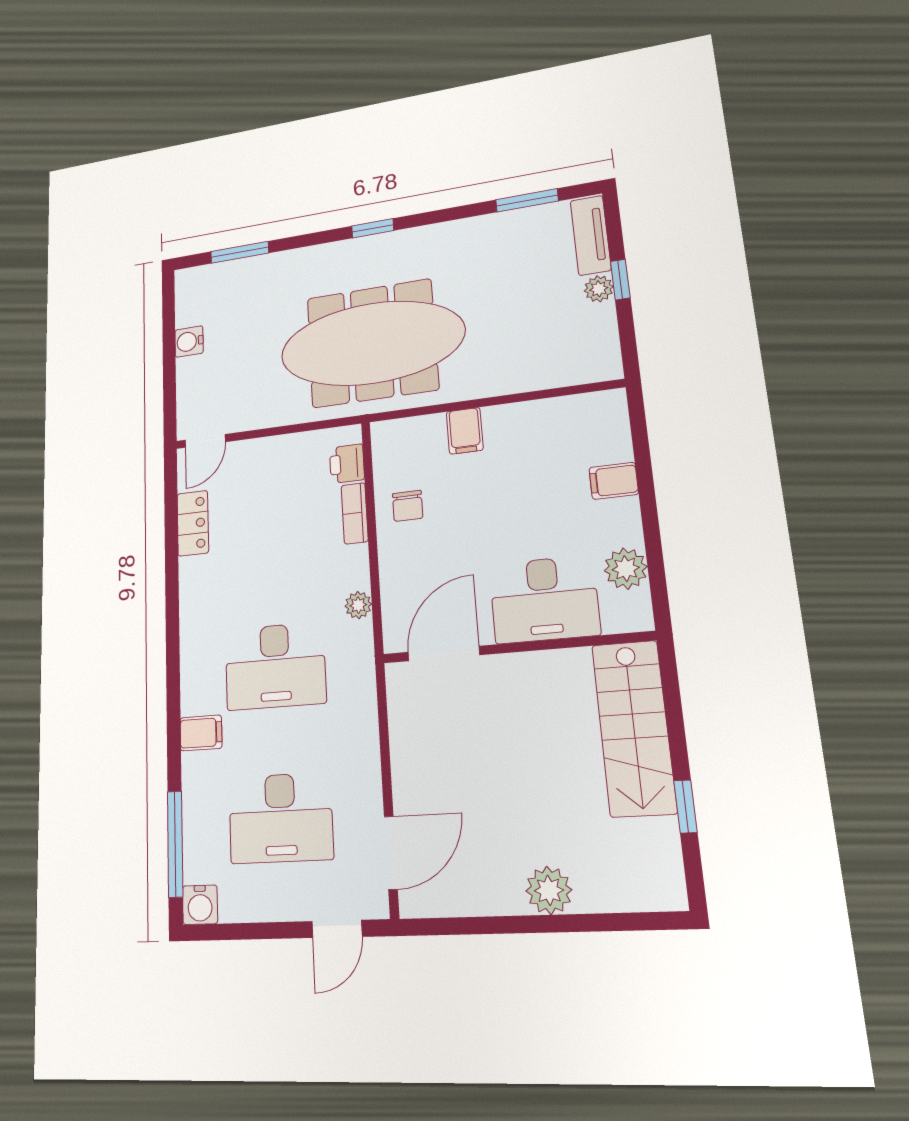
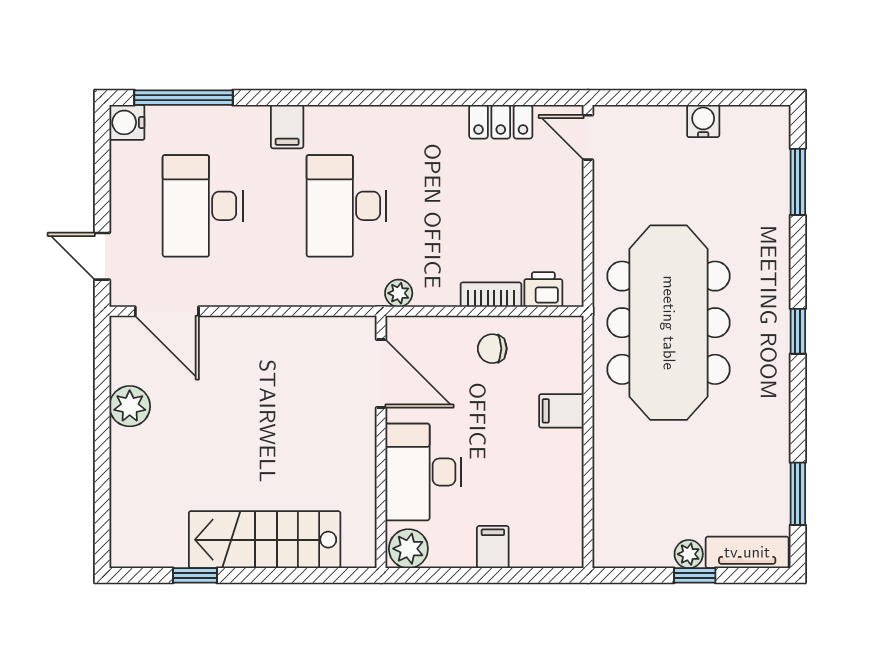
desk: (544, 599) -> (423, 472), moved
wall: (516, 647) -> (381, 442), moved
door: (444, 654) -> (381, 374), moved
plant: (549, 890) -> (130, 406), moved

